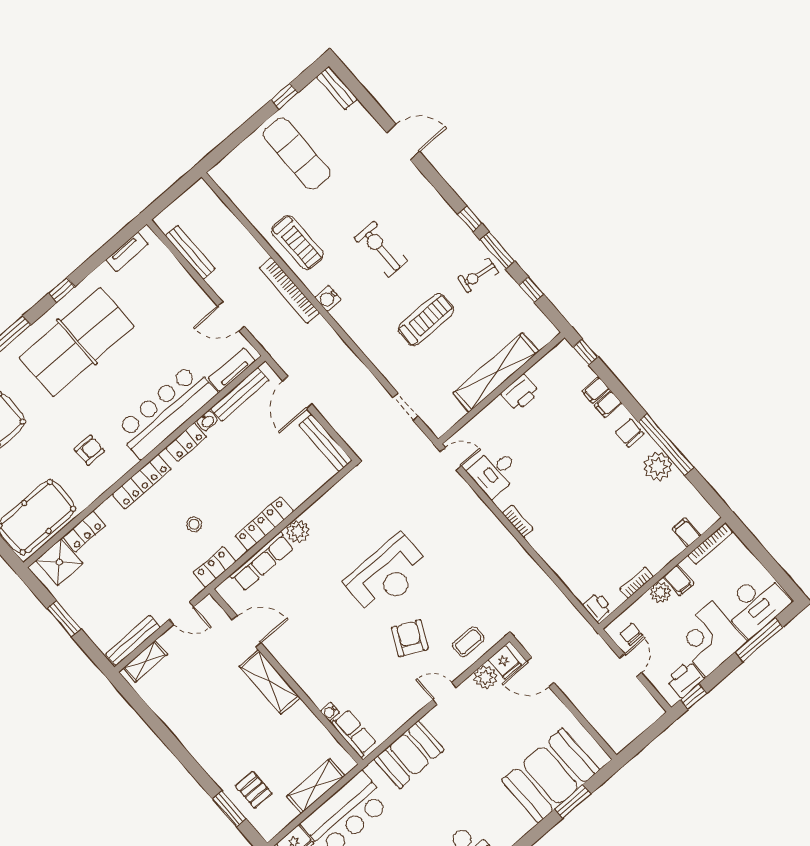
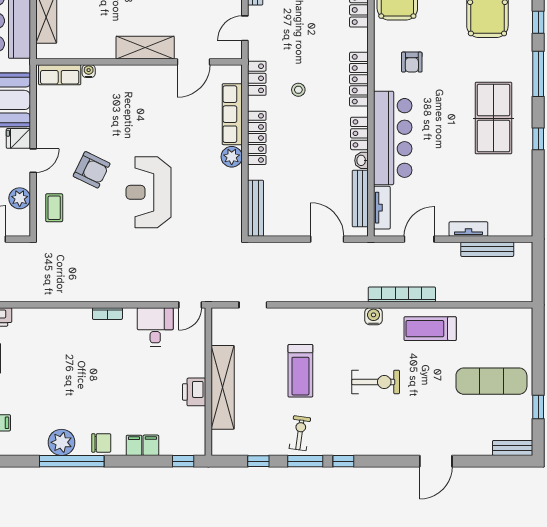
tv unit: (127, 252) -> (468, 229), moved, turned 90
table tennis table: (77, 342) -> (493, 118), width x0.73, depth x0.76
bench: (326, 443) -> (256, 208), moved, turned 90
fridge: (505, 662) -> (18, 138), moved

